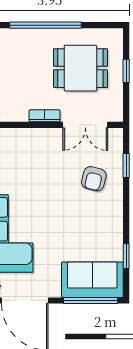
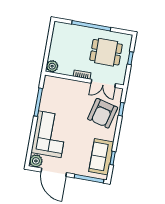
armchair: (94, 179) -> (103, 113), width x1.88, depth x1.88
sofa: (92, 280) -> (101, 157), moved, turned -90

